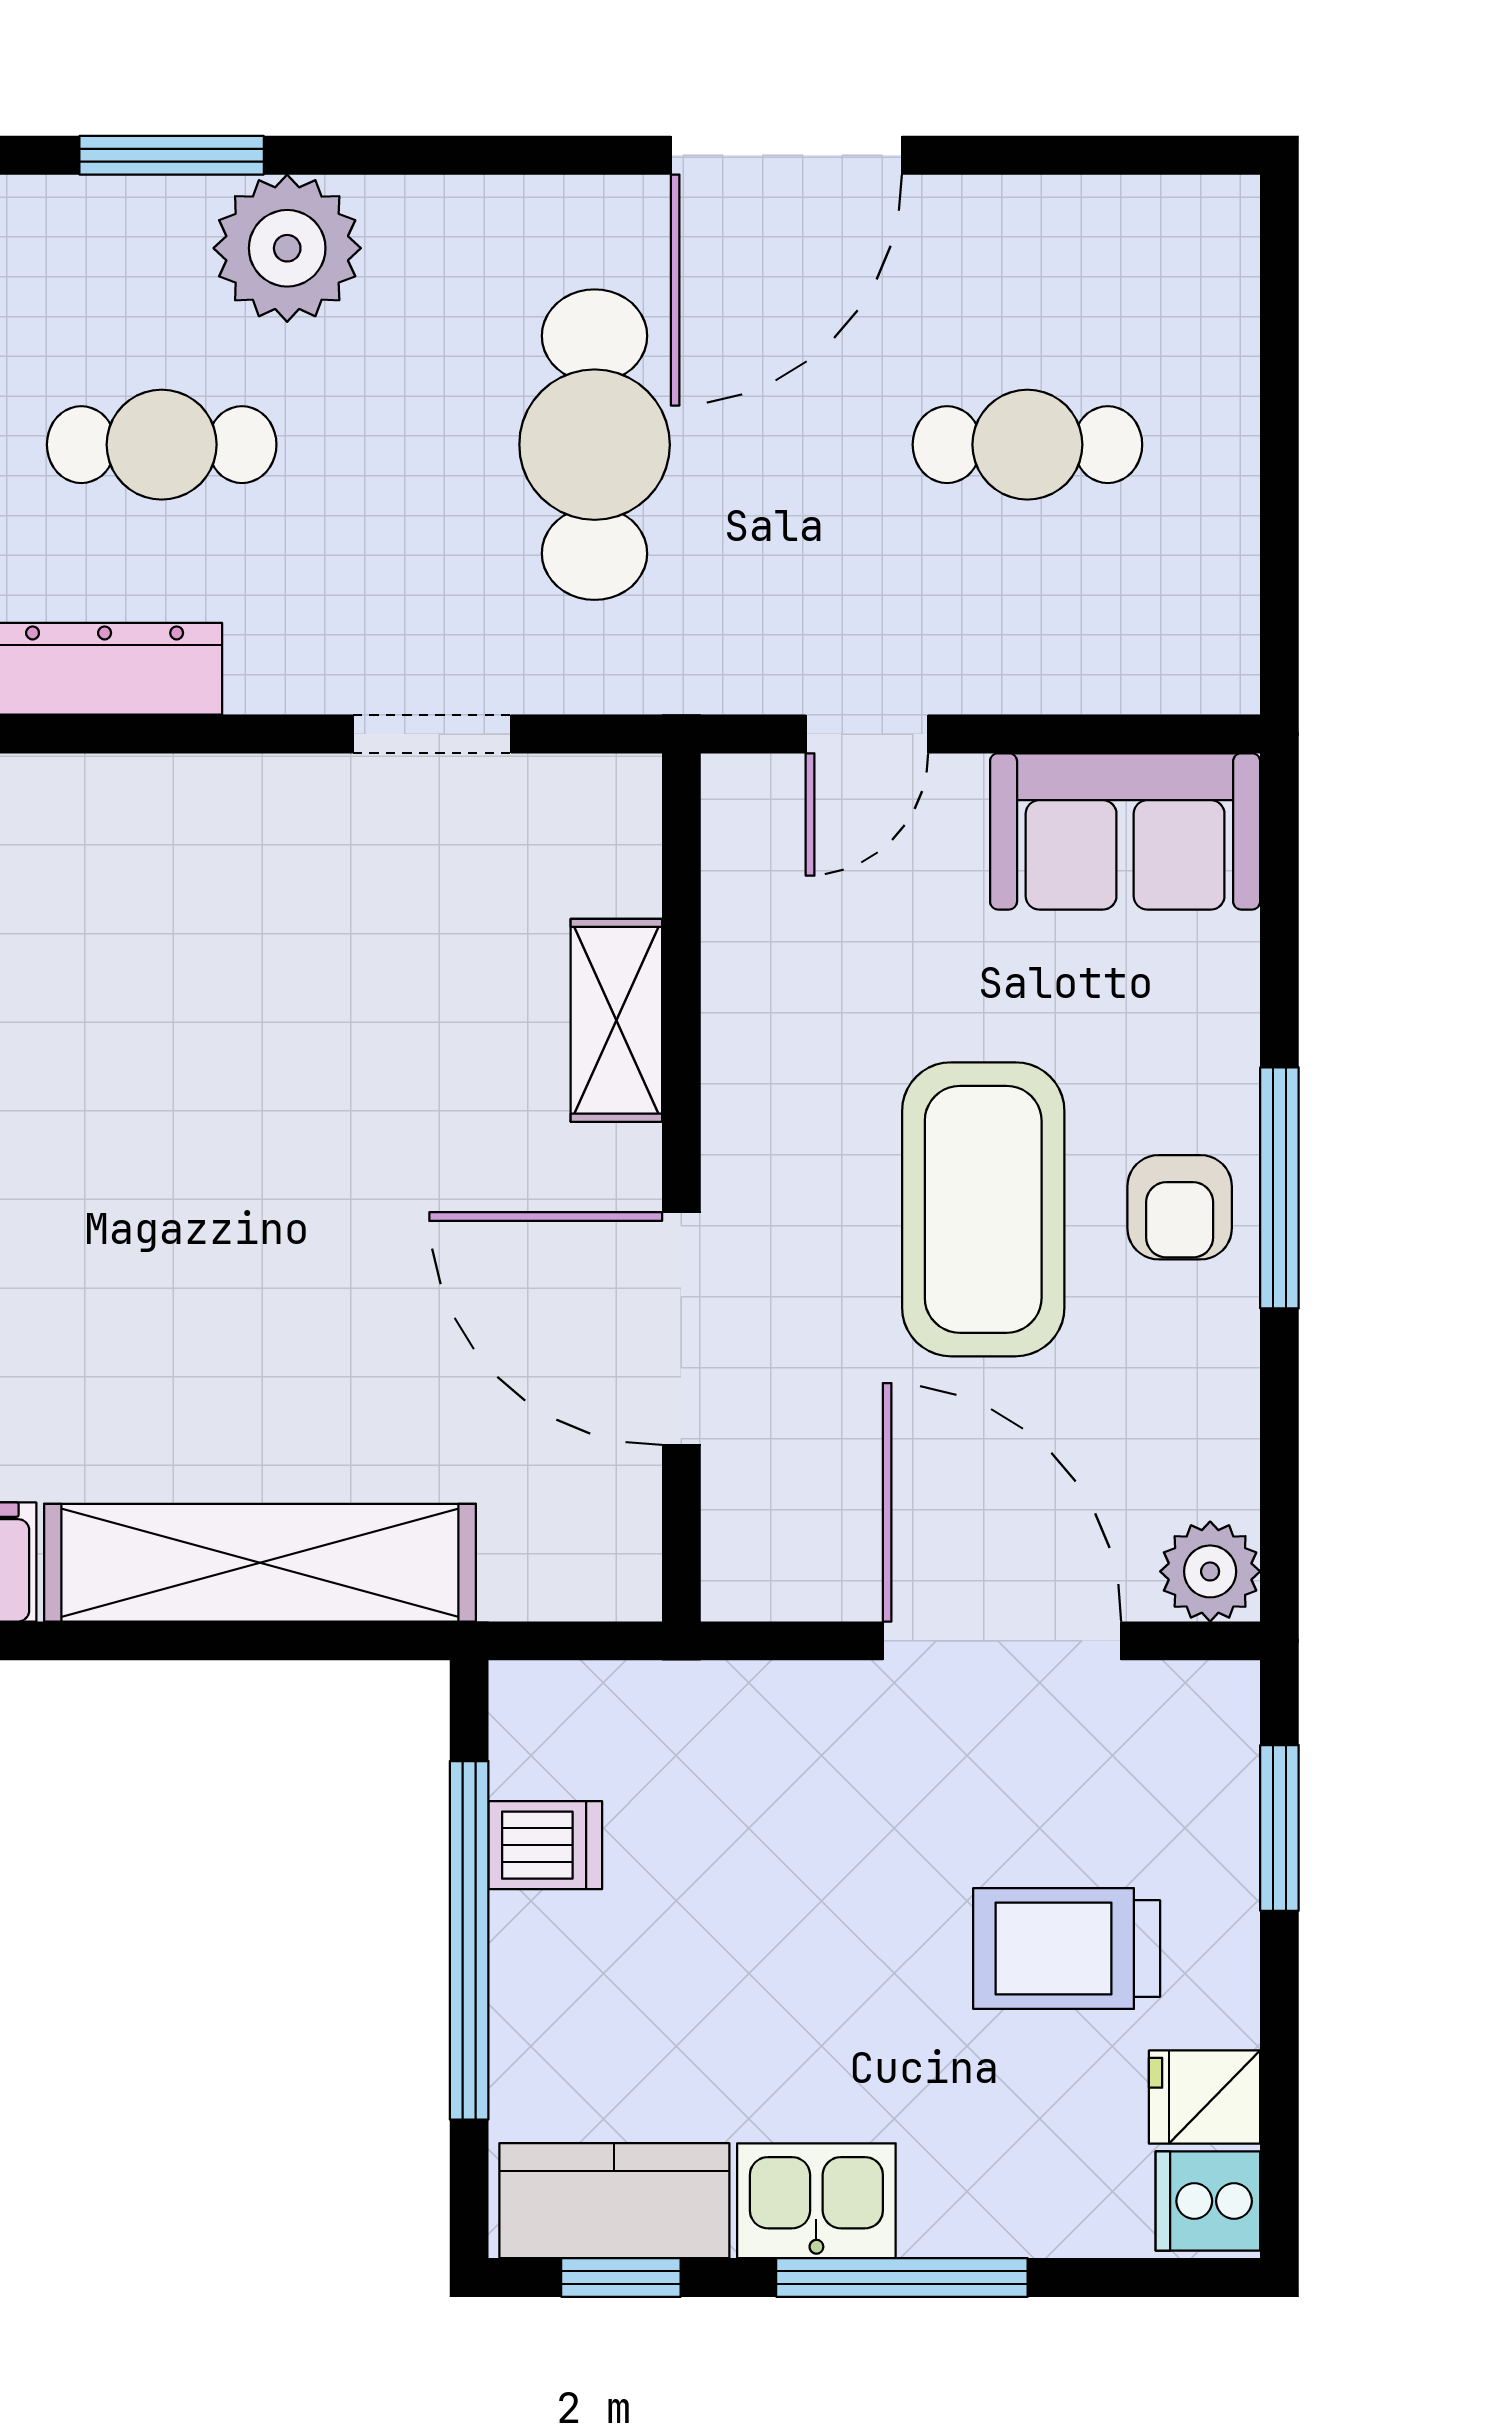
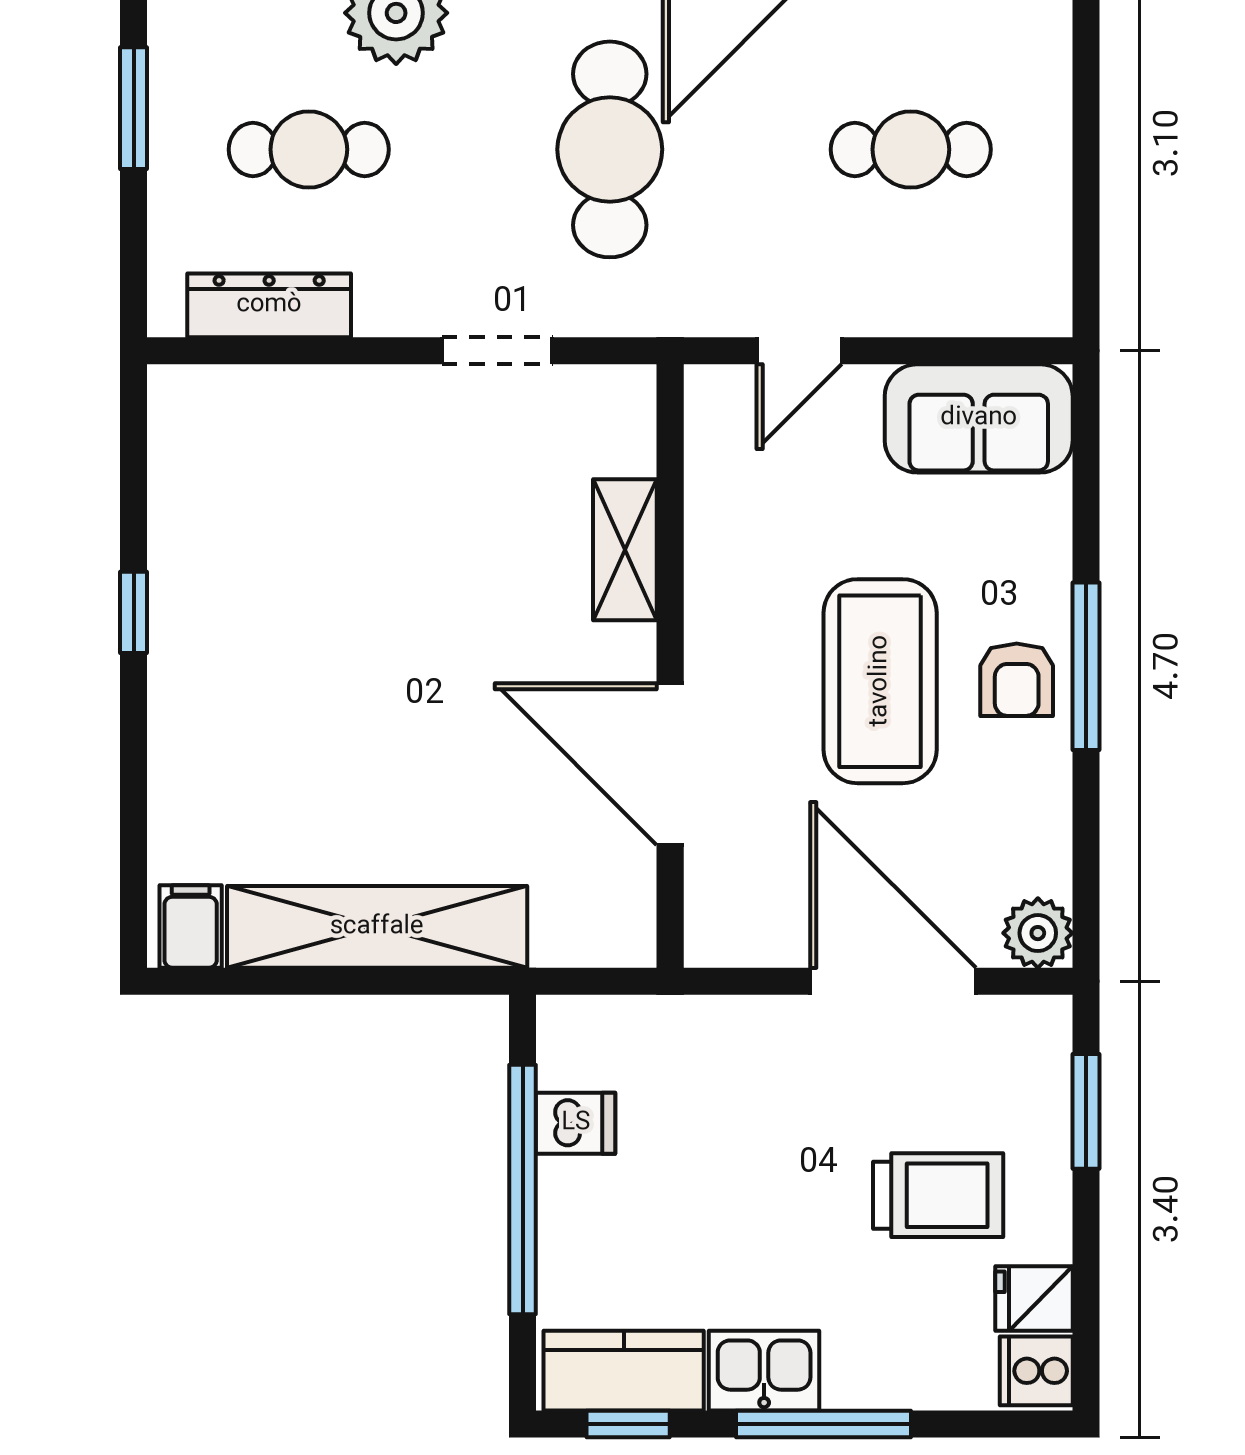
trolley: (1067, 1949) -> (938, 1195), turned 180

